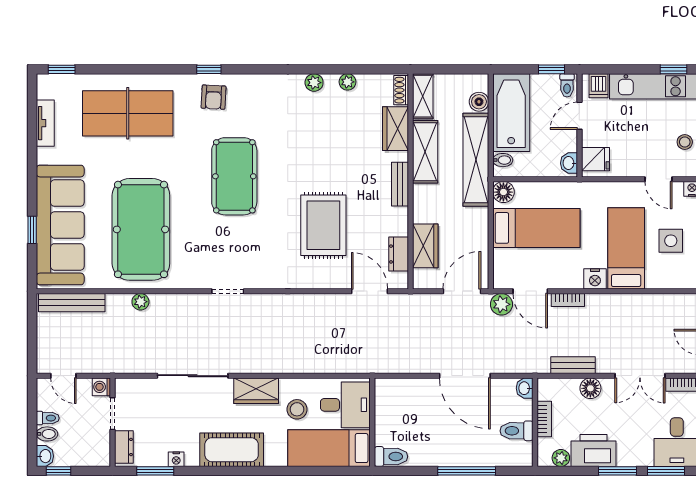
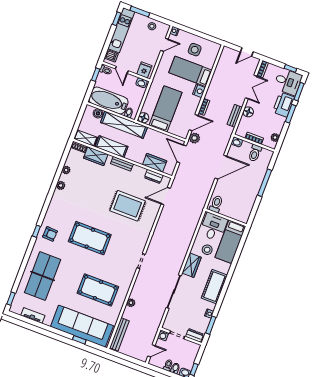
pool table: (141, 229) -> (98, 290), width x0.73, depth x0.76
printer: (594, 451) -> (284, 105), moved
toilet: (391, 457) -> (216, 204), moved

